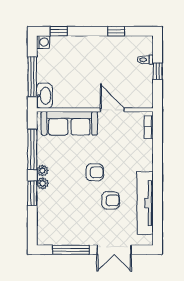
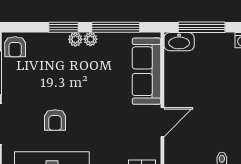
armchair: (95, 172) -> (15, 47), moved

